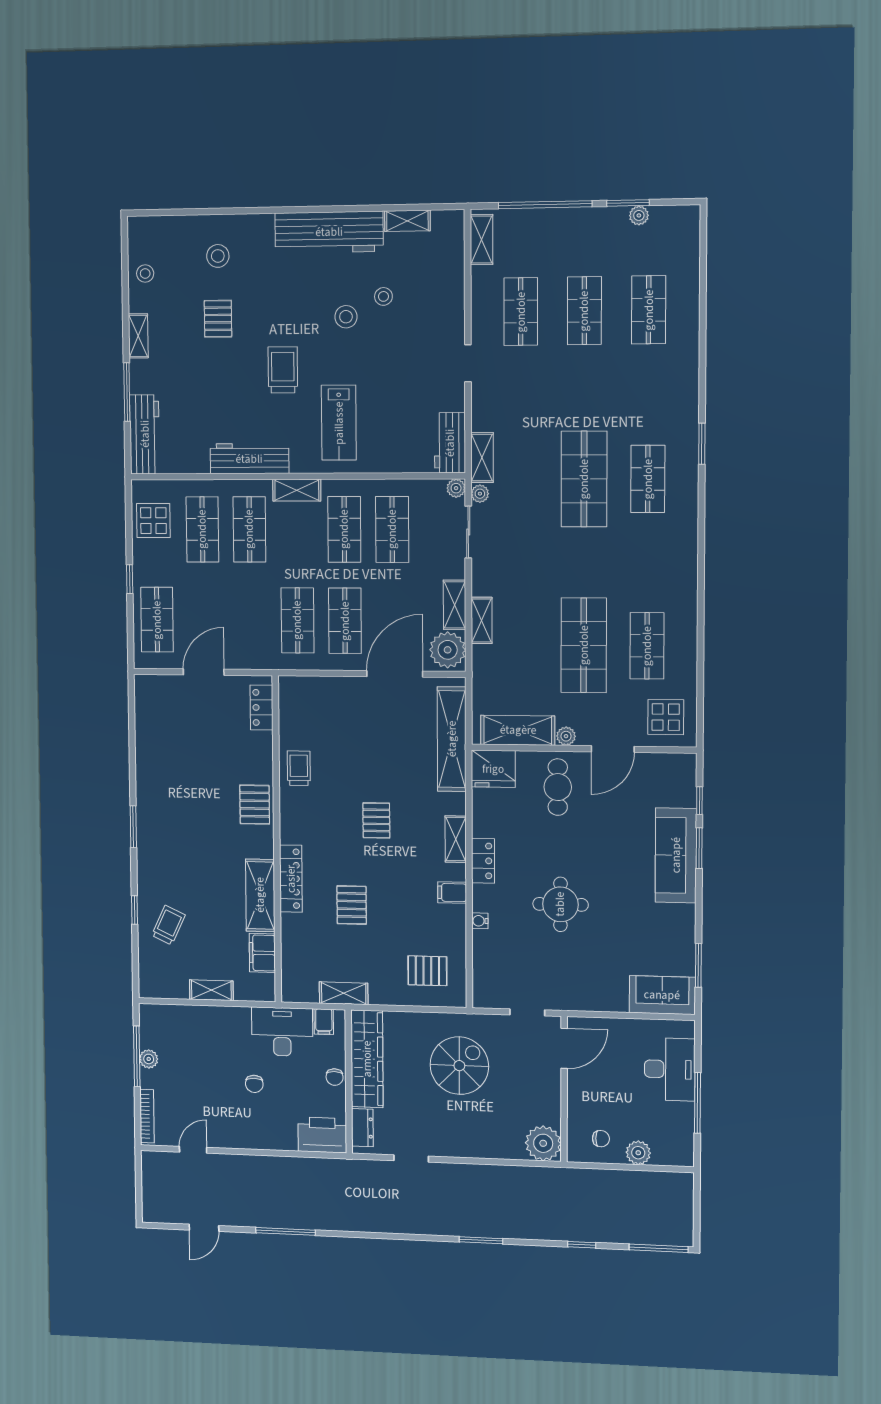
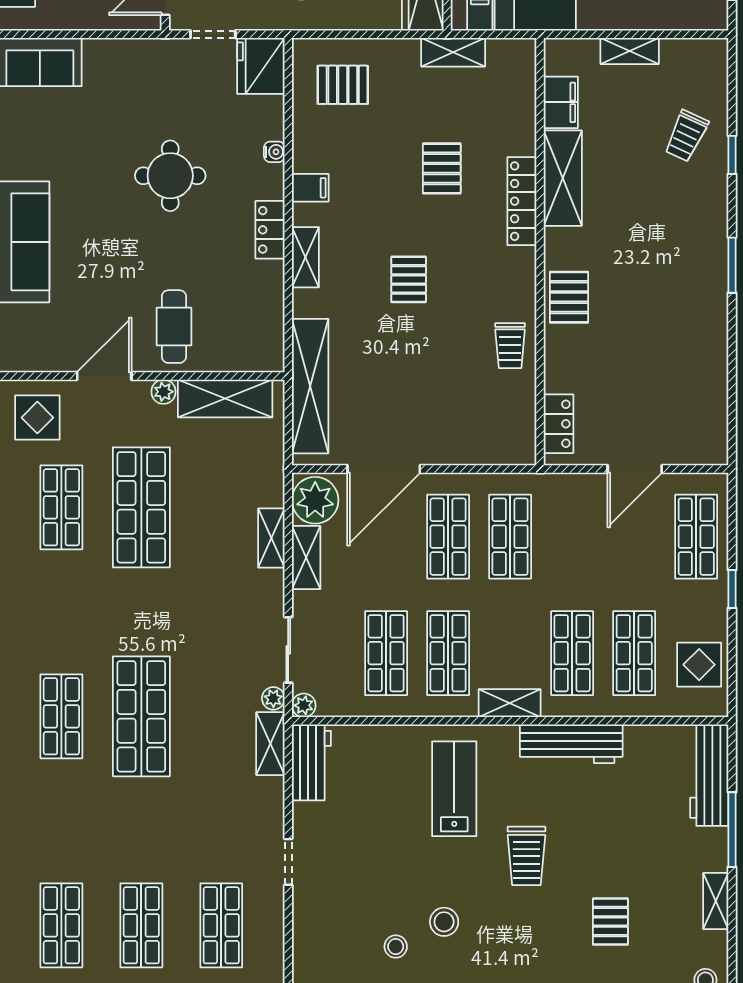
fridge: (493, 769) -> (261, 66), moved, turned -90

